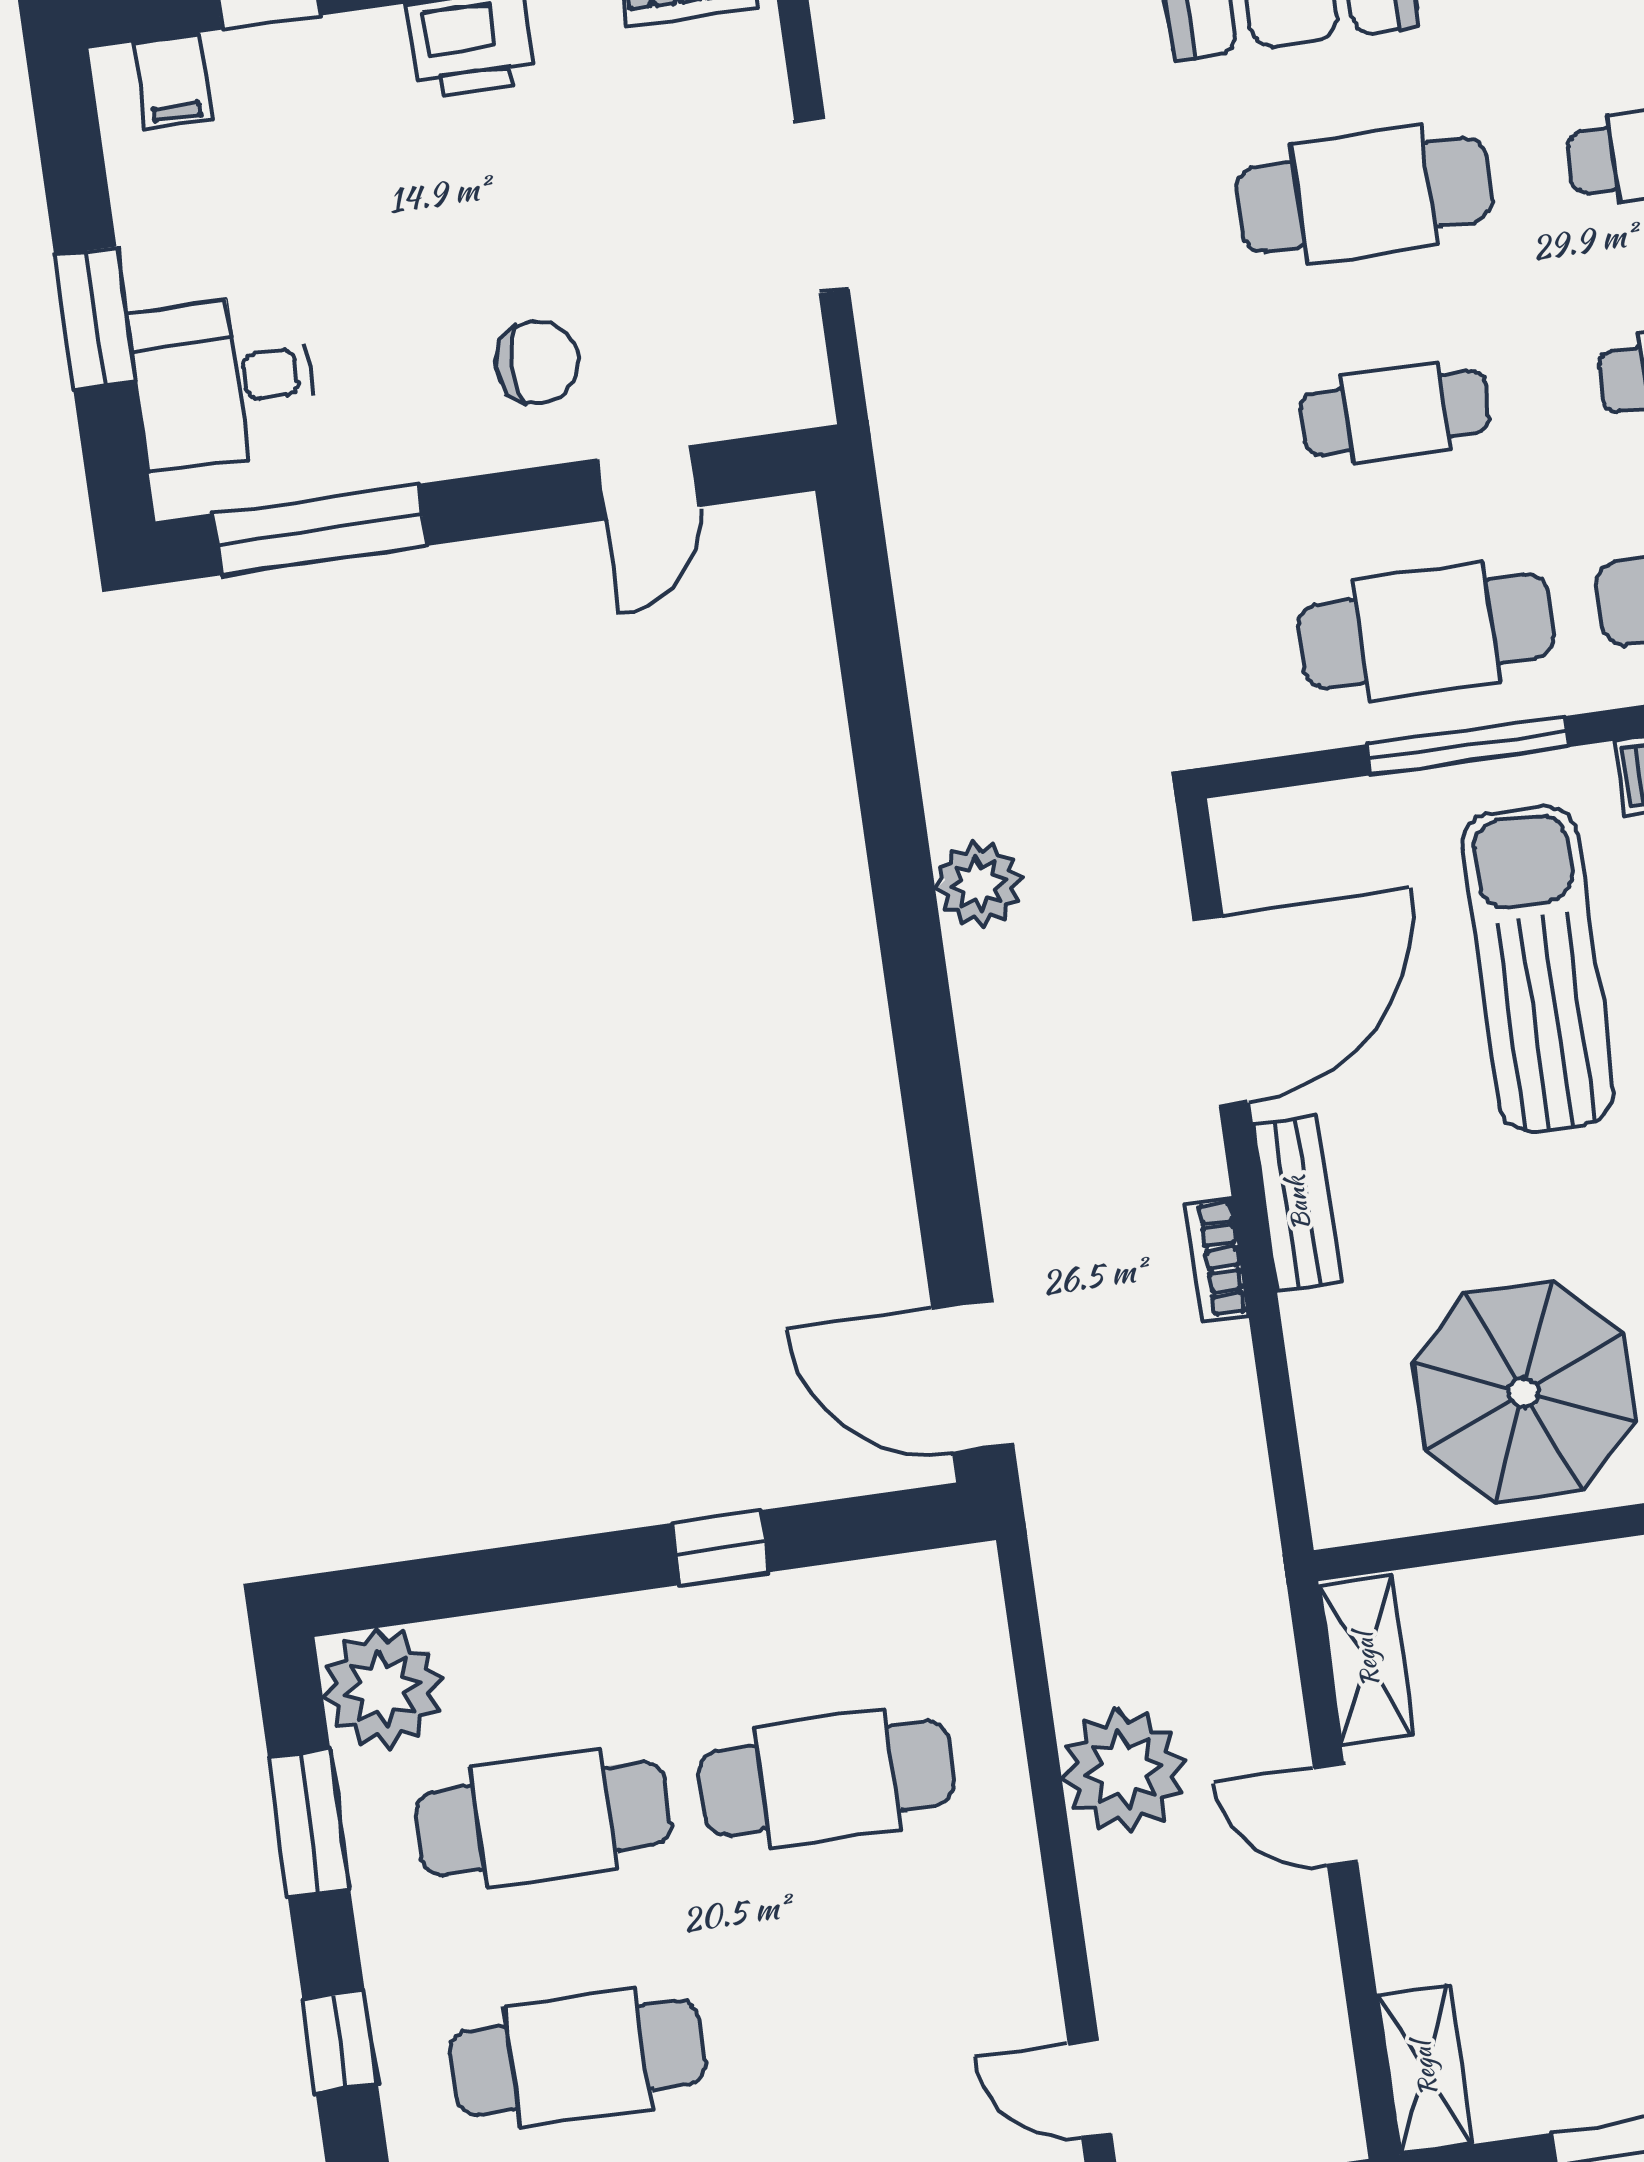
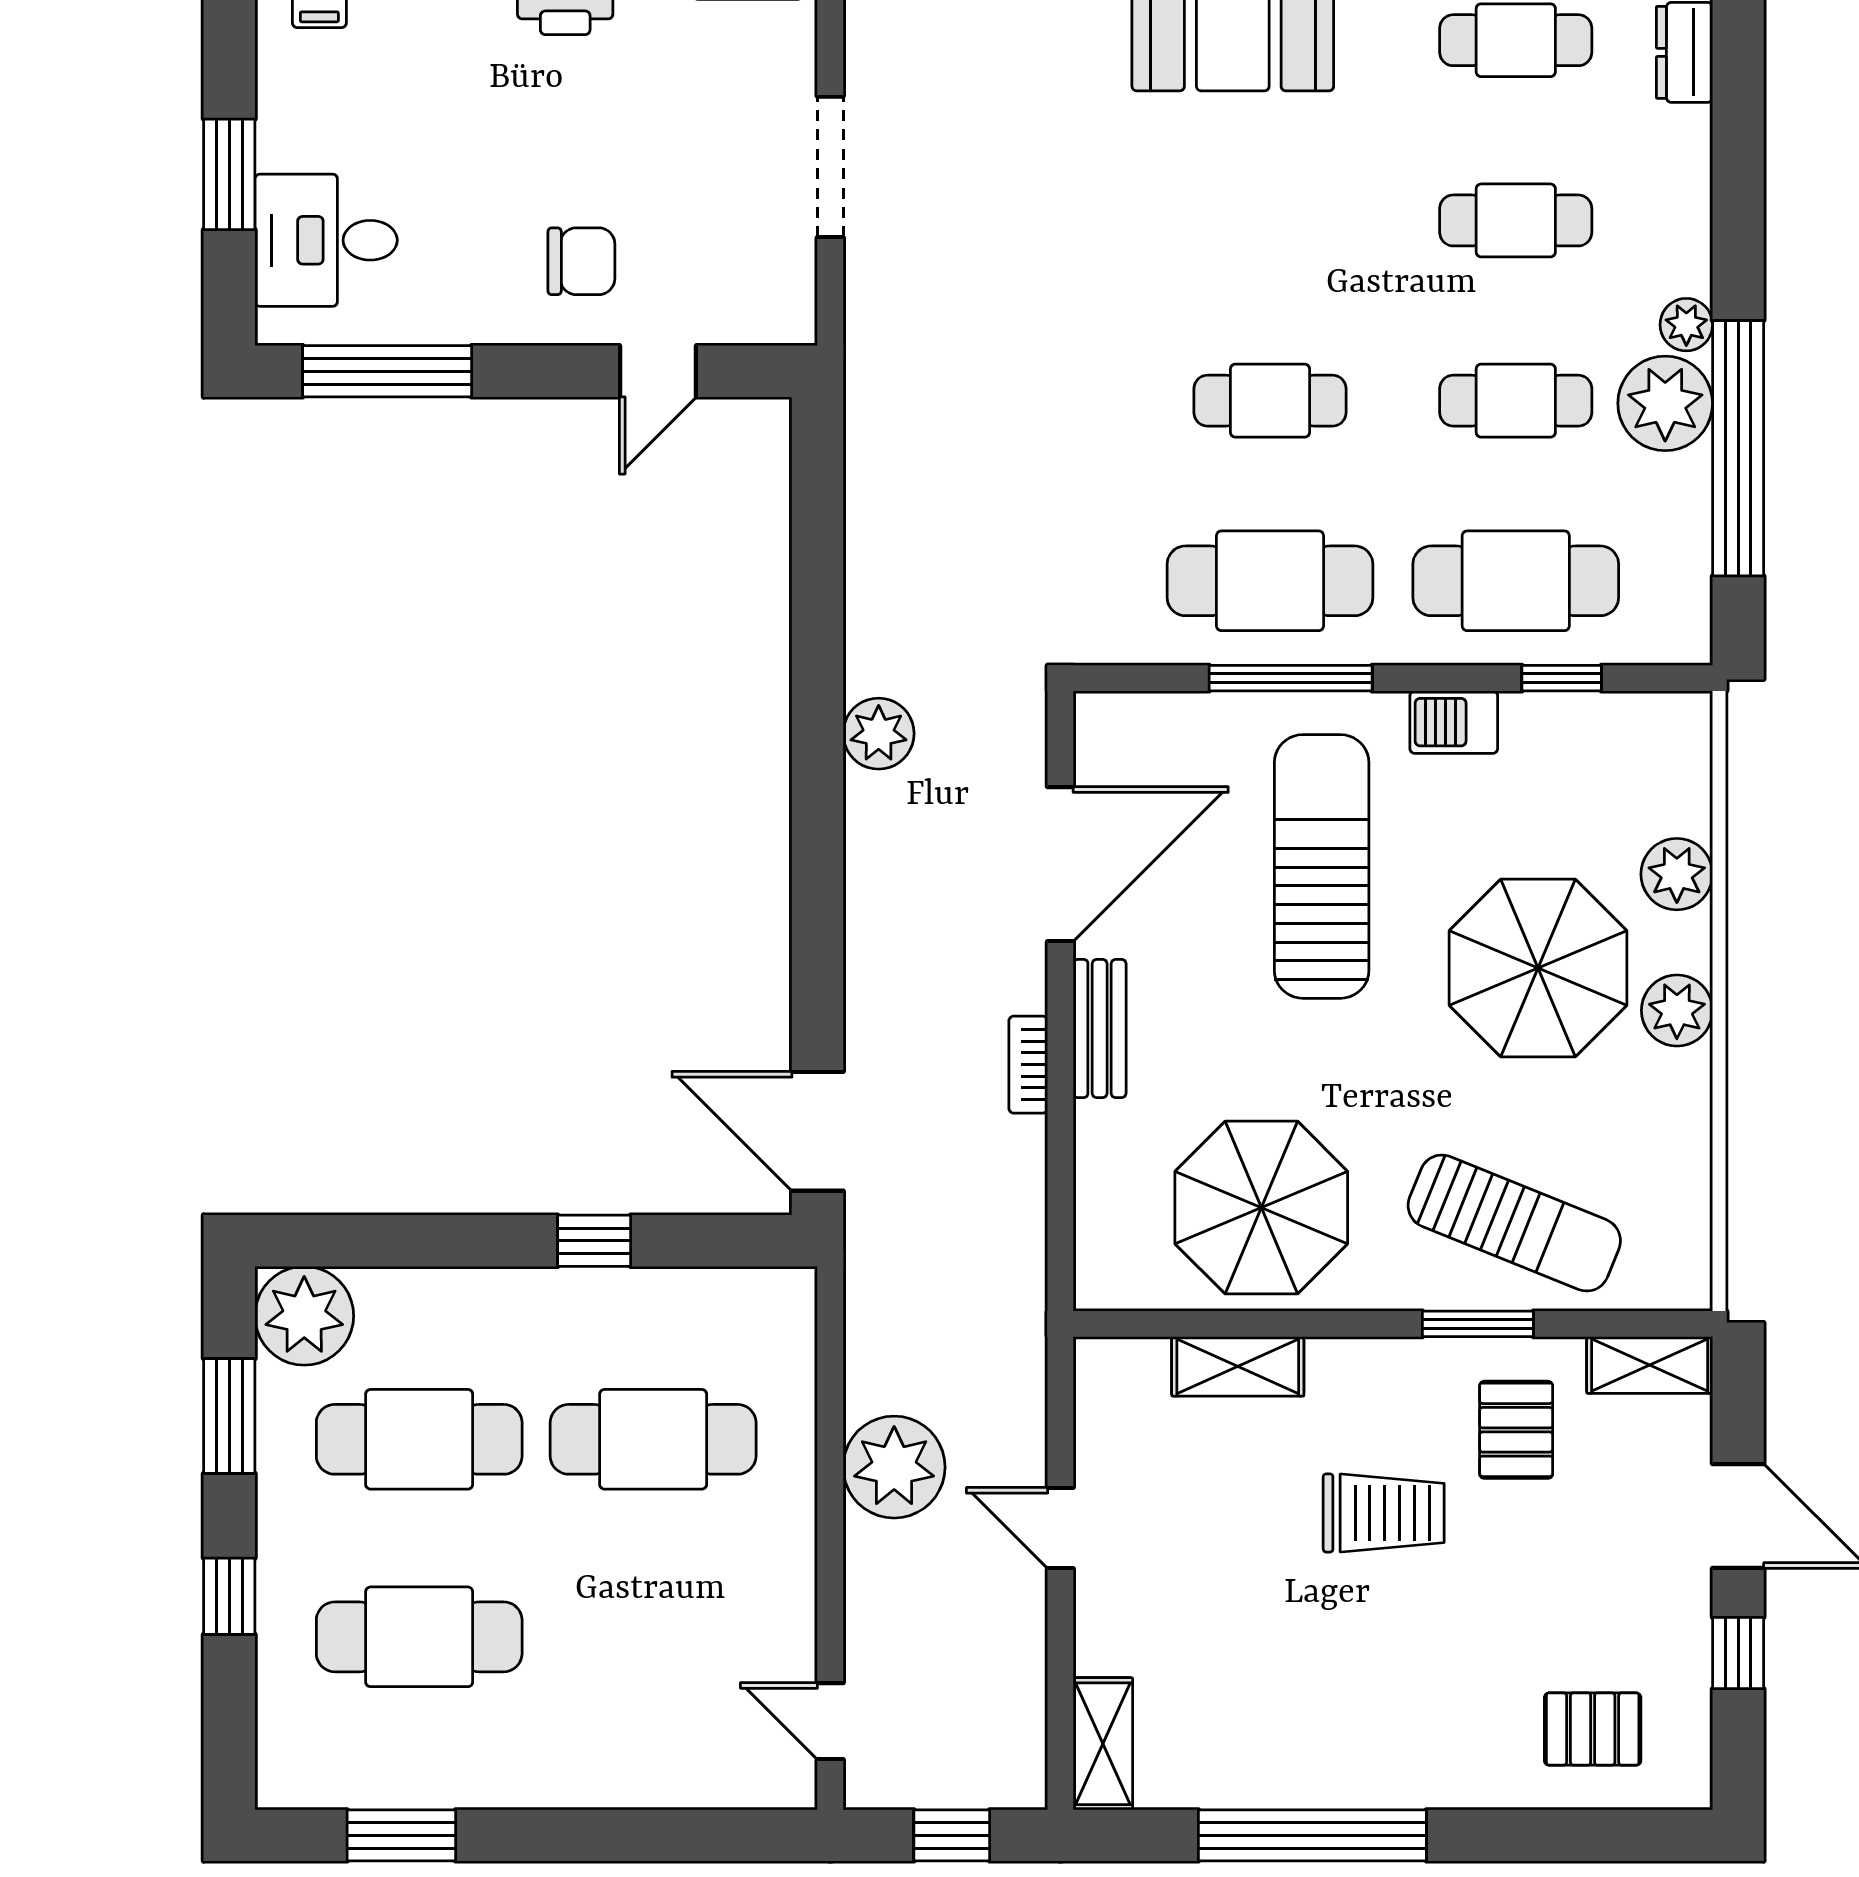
cafe table: (1364, 194) -> (1270, 220), removed
shelving: (1366, 1660) -> (1238, 1366), moved, turned 90

